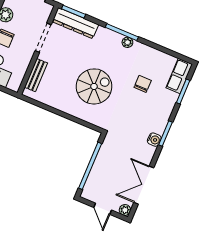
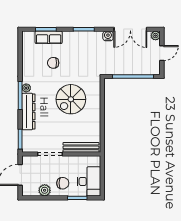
dresser: (75, 23) -> (28, 112), moved
bench: (36, 75) -> (81, 147), width x1.36
row of seats: (179, 76) -> (49, 37), moved
spiral stairs: (94, 86) -> (71, 99), turned -90
water cooler: (154, 140) -> (108, 36), moved

